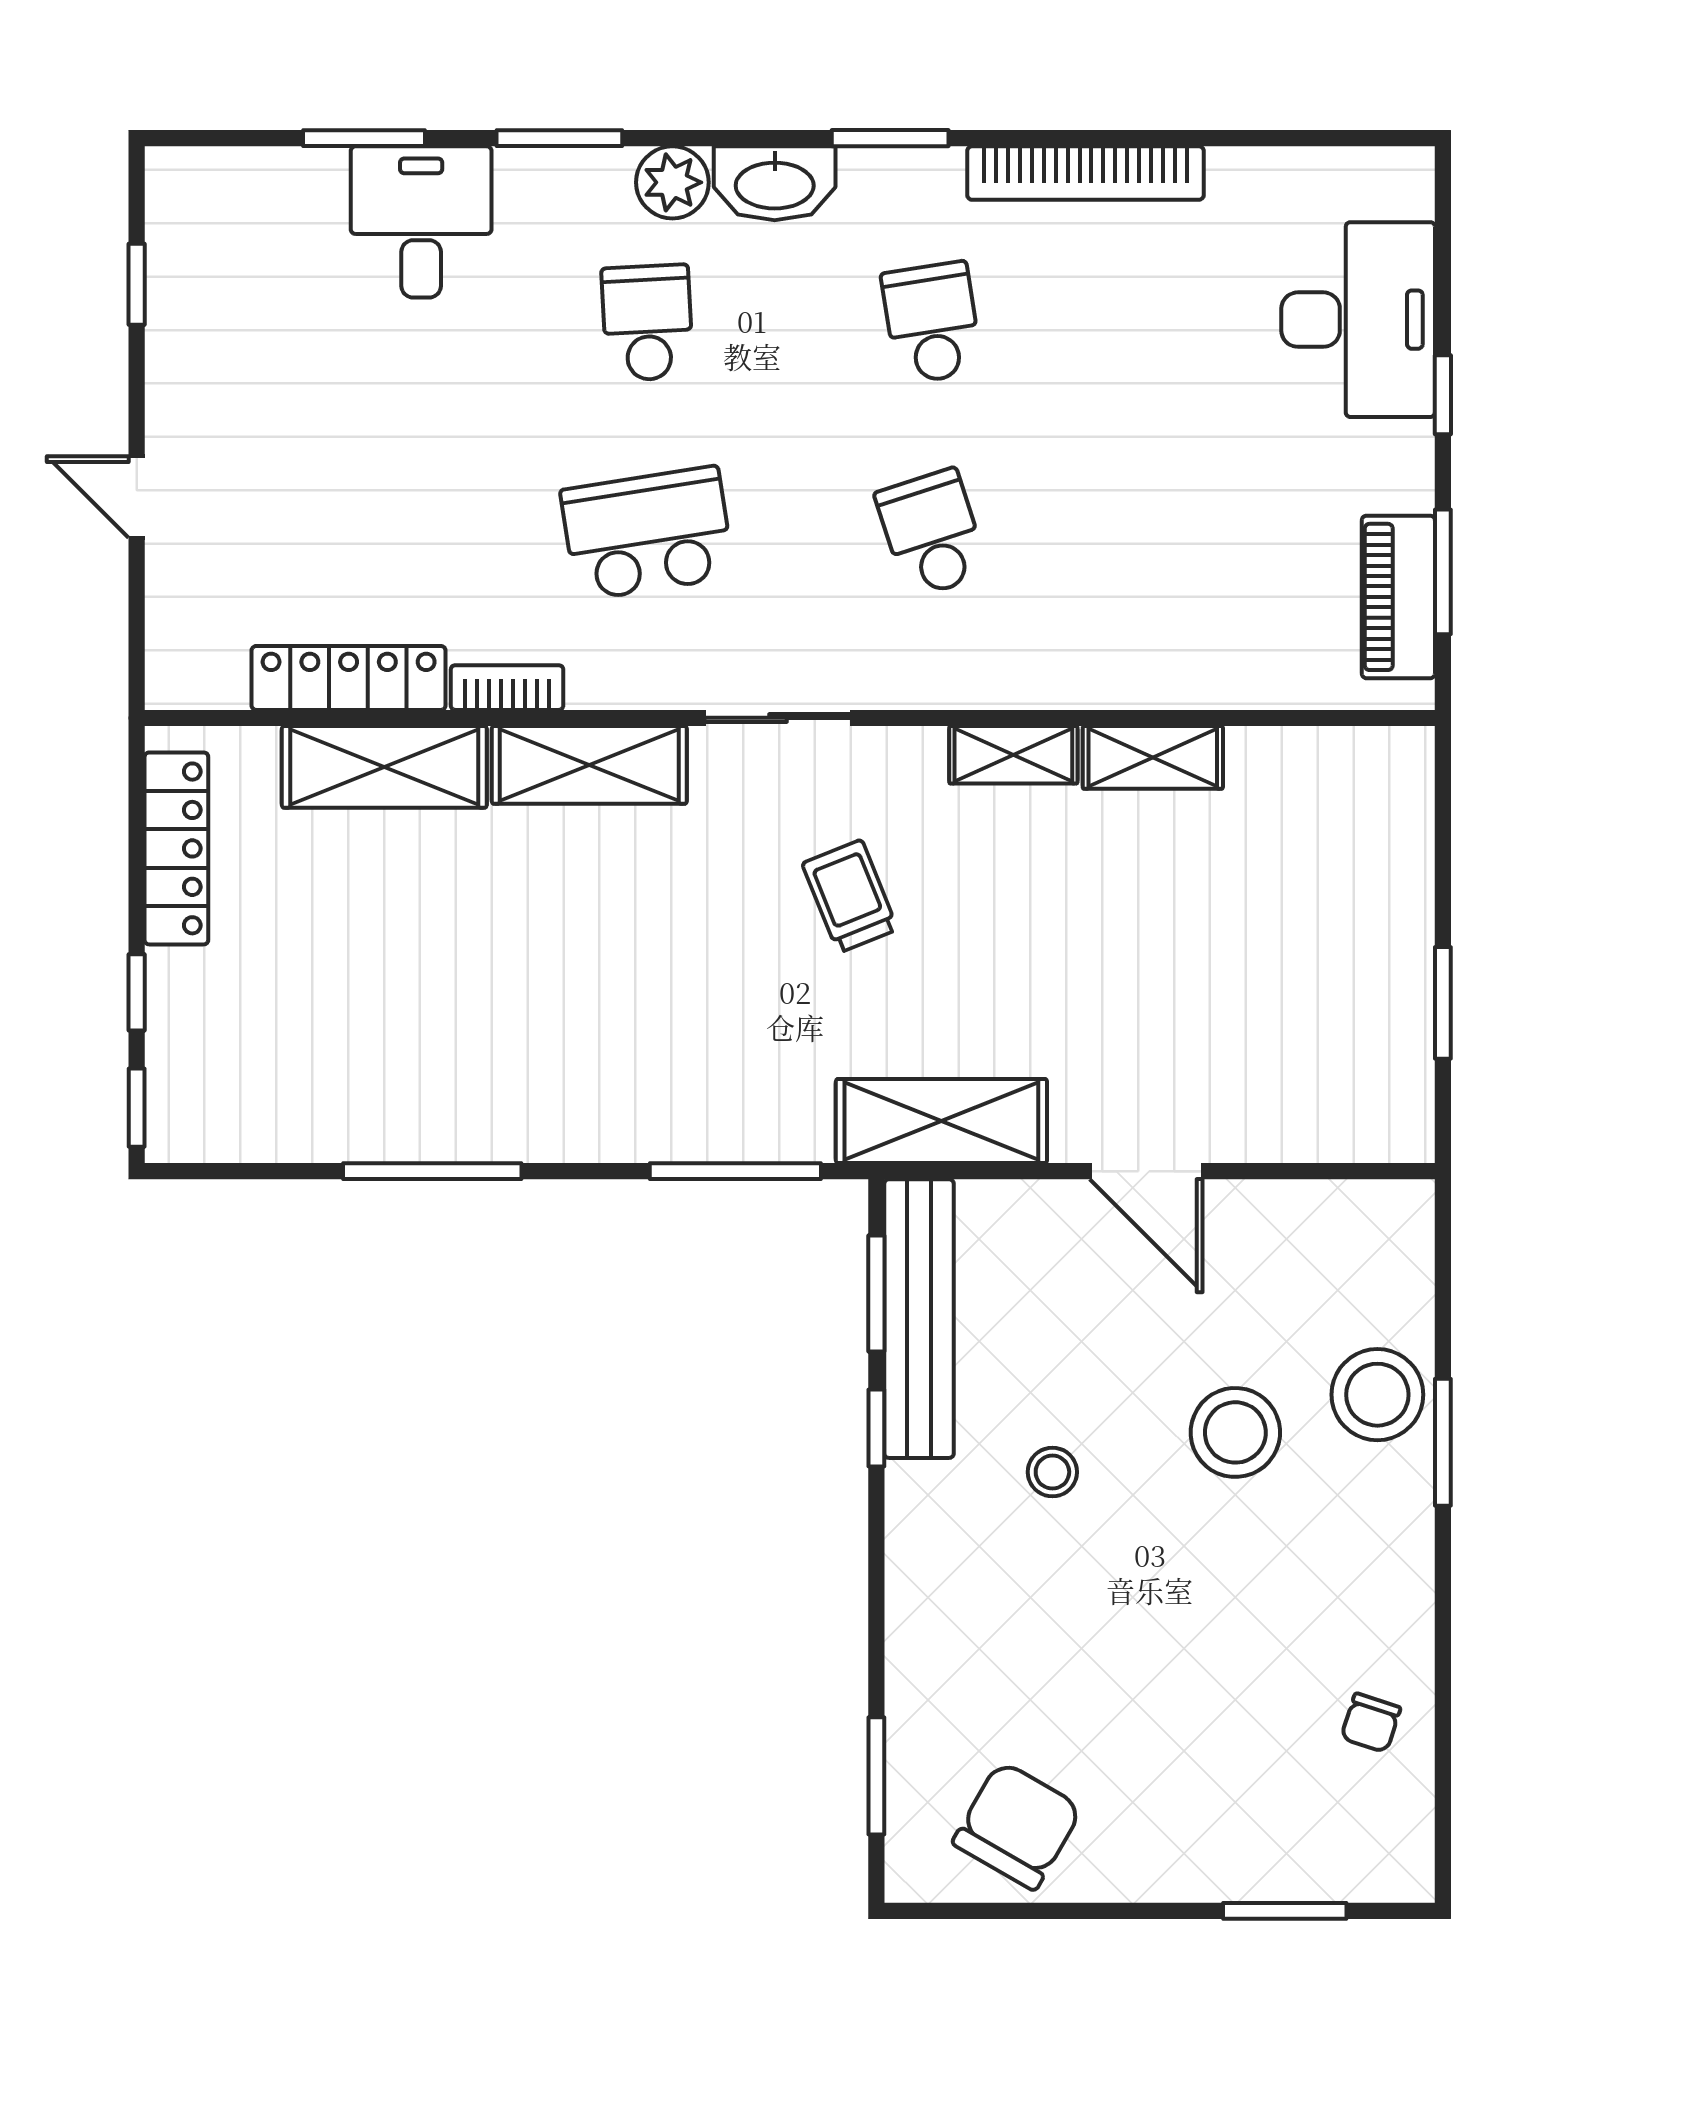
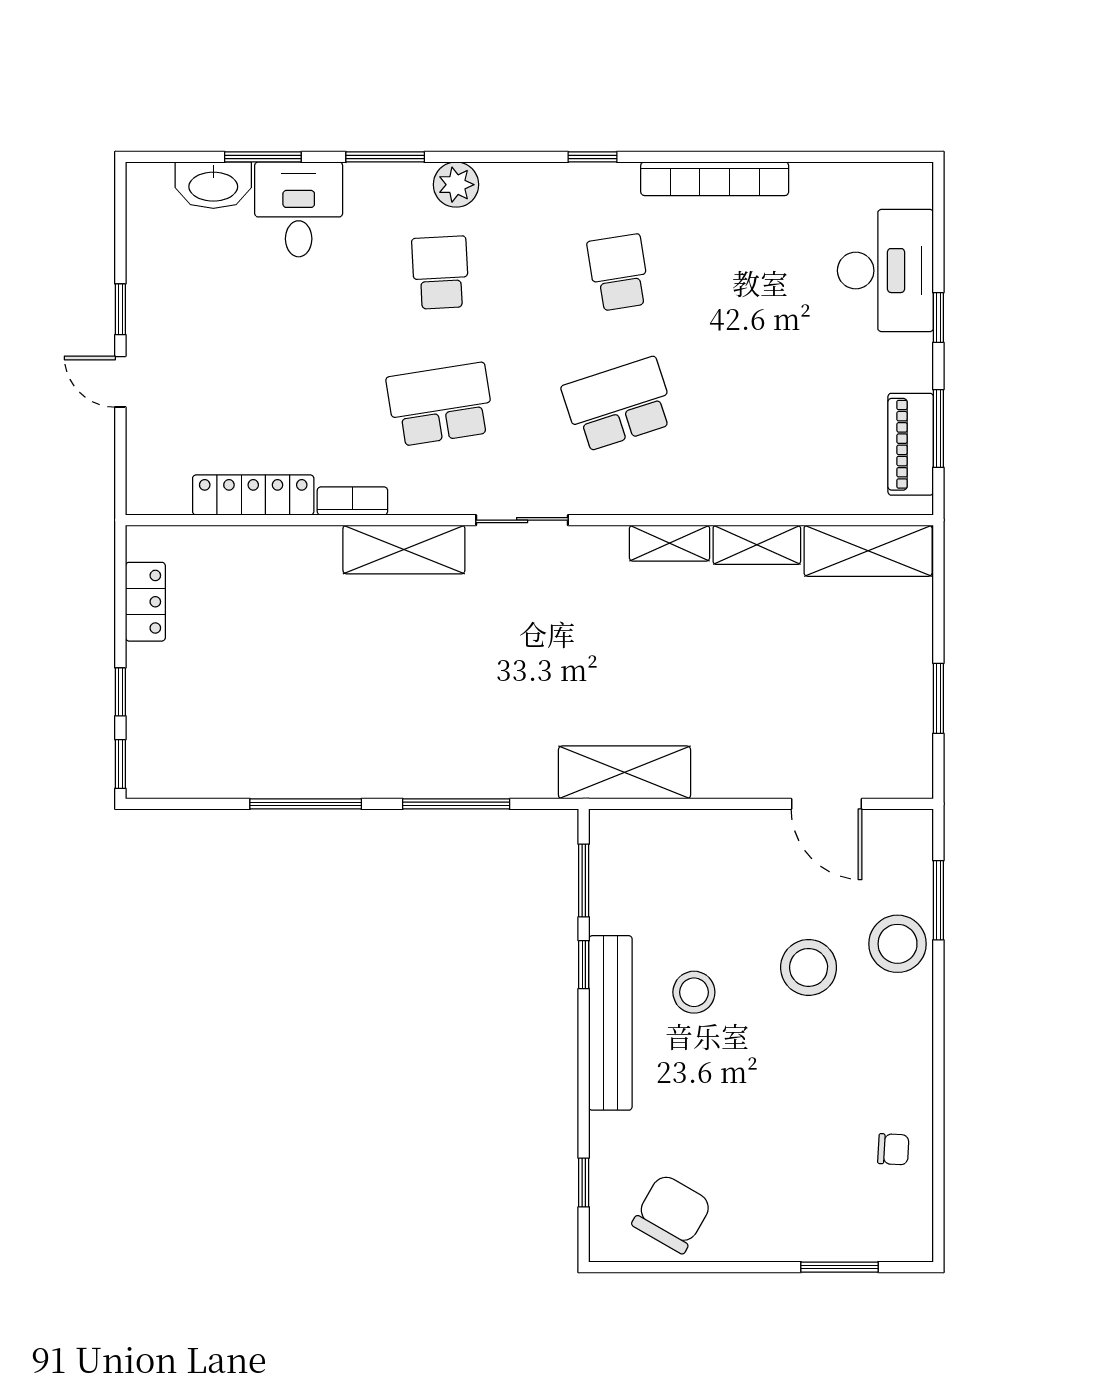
window: (890, 138) -> (592, 157), width x0.67
washbasin: (775, 183) -> (213, 185), moved
window: (137, 284) -> (120, 309), moved
school desk: (932, 533) -> (619, 404), width x1.85
shelving: (384, 767) -> (868, 551), moved
locker: (176, 848) -> (145, 602), width x0.66
trolley: (850, 896) -> (567, 632), removed
window: (735, 1171) -> (456, 804), moved
door: (1146, 1171) -> (826, 804), moved
bench: (919, 1319) -> (610, 1023), moved
window: (1443, 1442) -> (938, 900), moved
stool: (1052, 1472) -> (694, 992), width x1.37, depth x1.37
chair: (1371, 1723) -> (893, 1149), turned -105
window: (876, 1776) -> (584, 1183), width x0.67

